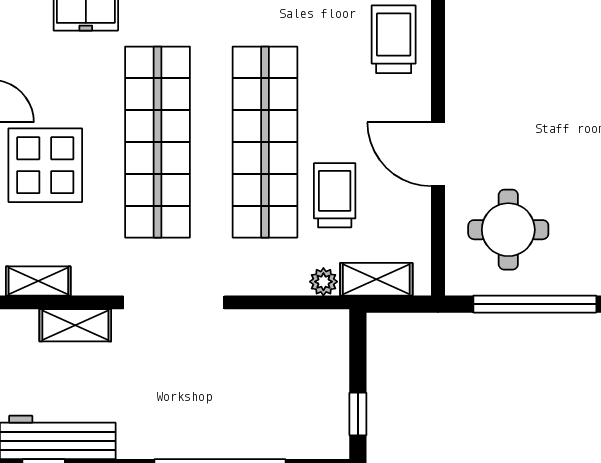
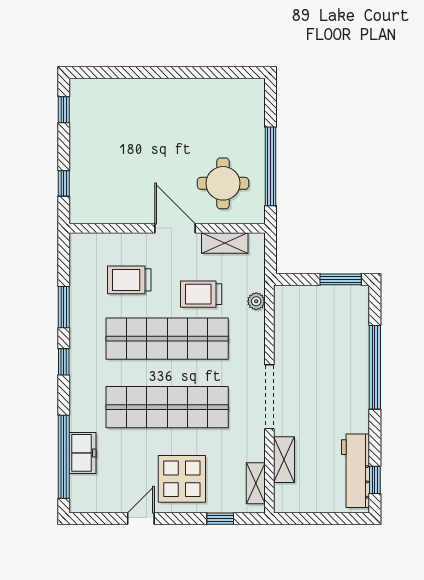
trolley: (394, 39) -> (129, 280), moved
door: (438, 154) -> (175, 228), swing flipped
shelving: (376, 279) -> (225, 243), moved, turned 90
window: (358, 414) -> (341, 279), width x1.50

